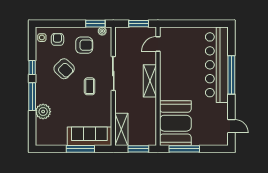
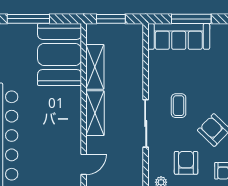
armchair: (84, 45) -> (186, 163), turned 90
shelving: (121, 129) -> (95, 67), moved
window: (184, 149) -> (28, 19), moved

